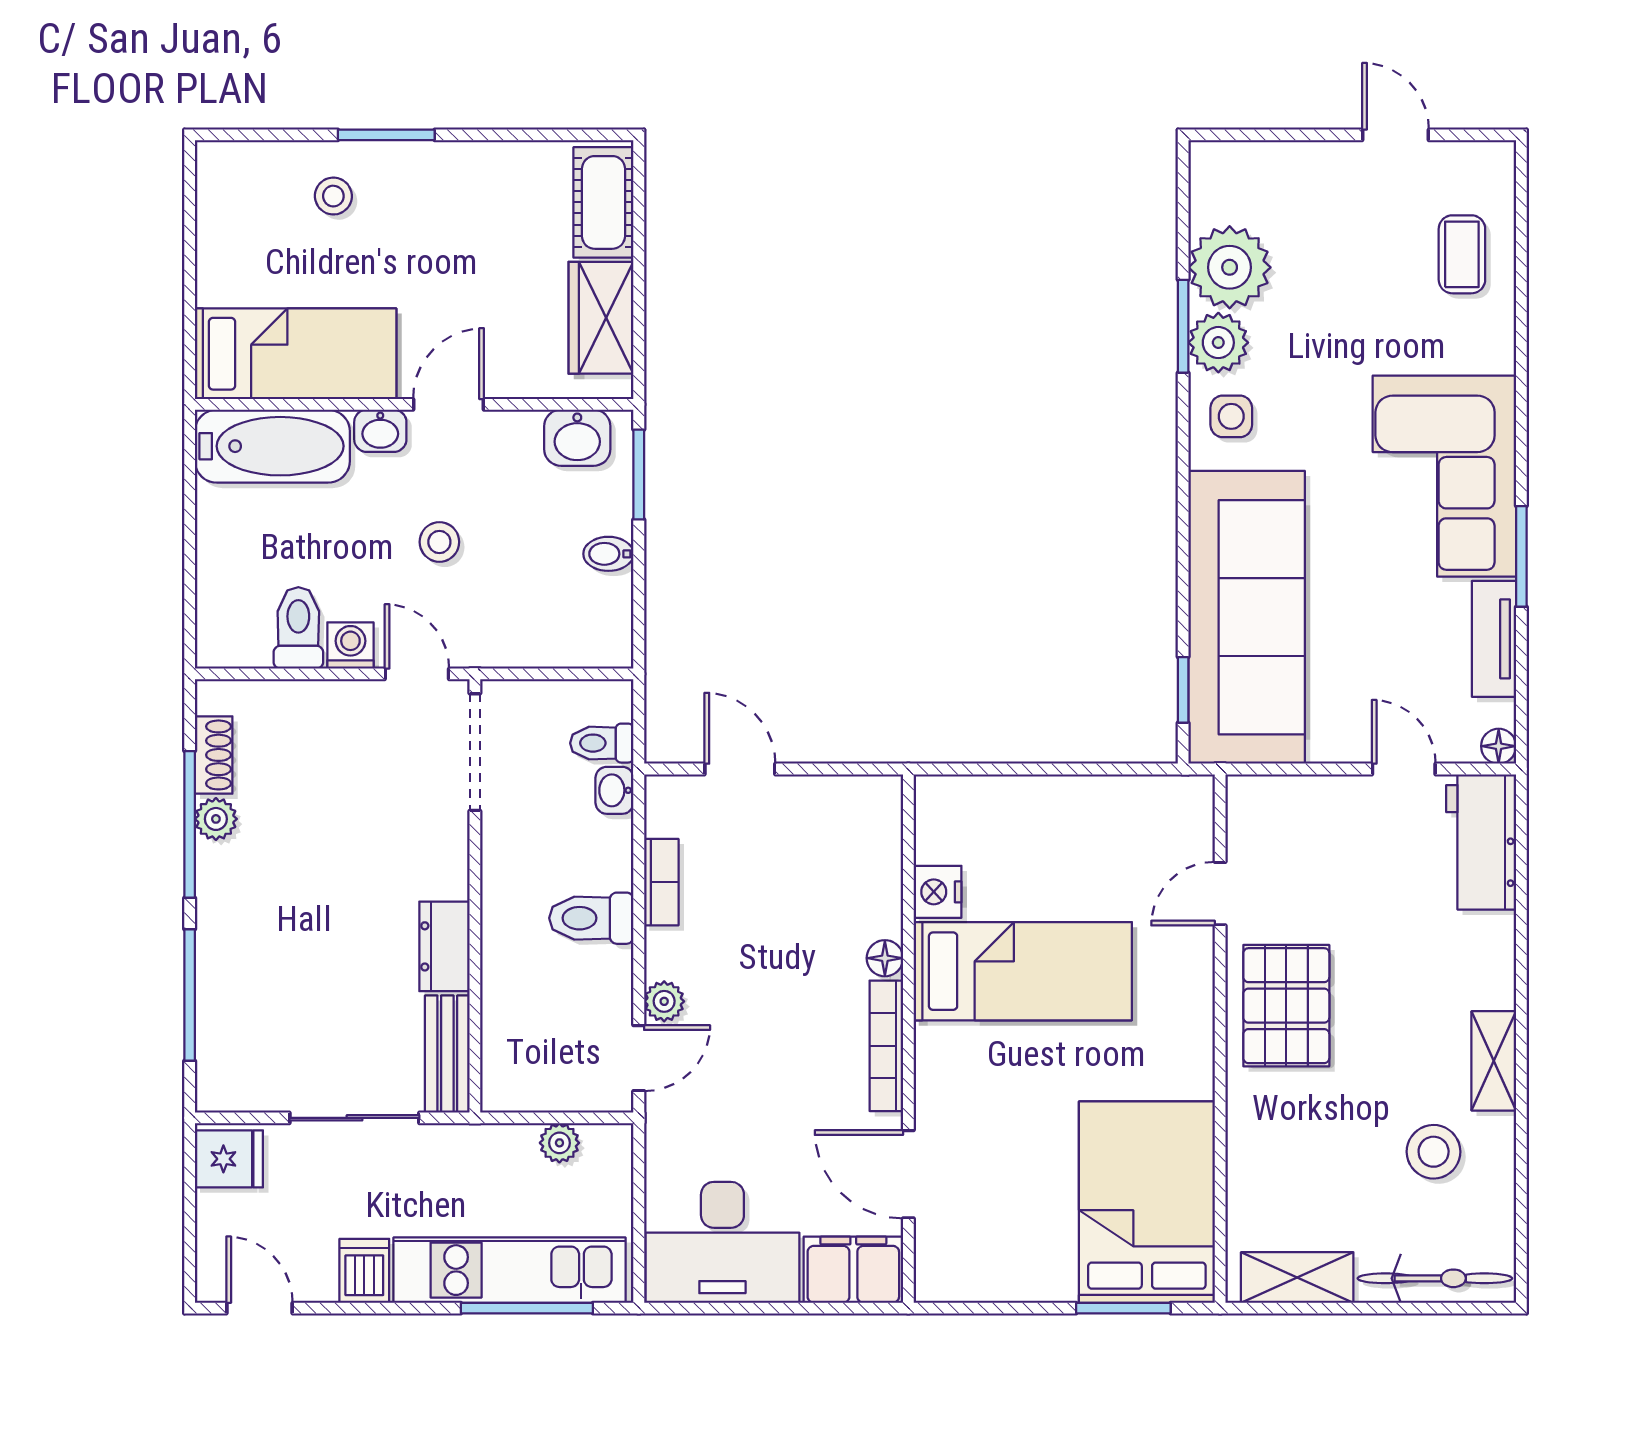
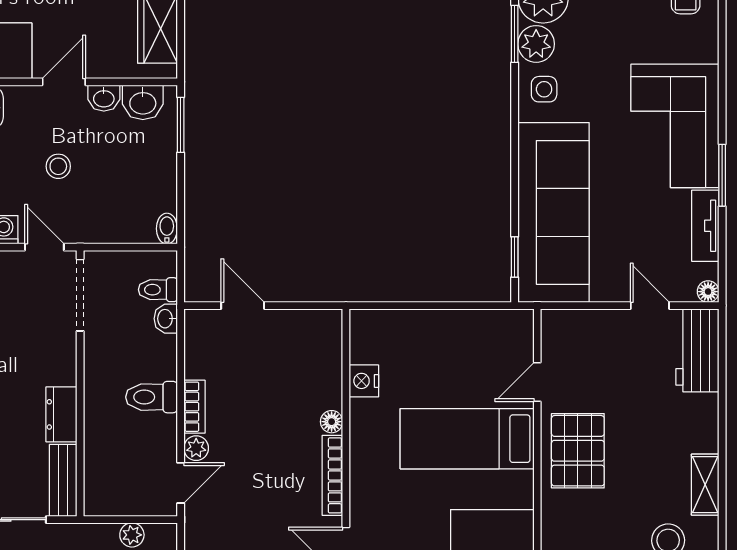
washbasin: (380, 431) -> (104, 98), moved
bidet: (608, 554) -> (167, 229), moved, turned 90
bookcase: (661, 882) -> (194, 407), moved
bed: (1023, 971) -> (467, 439), moved, turned 180

